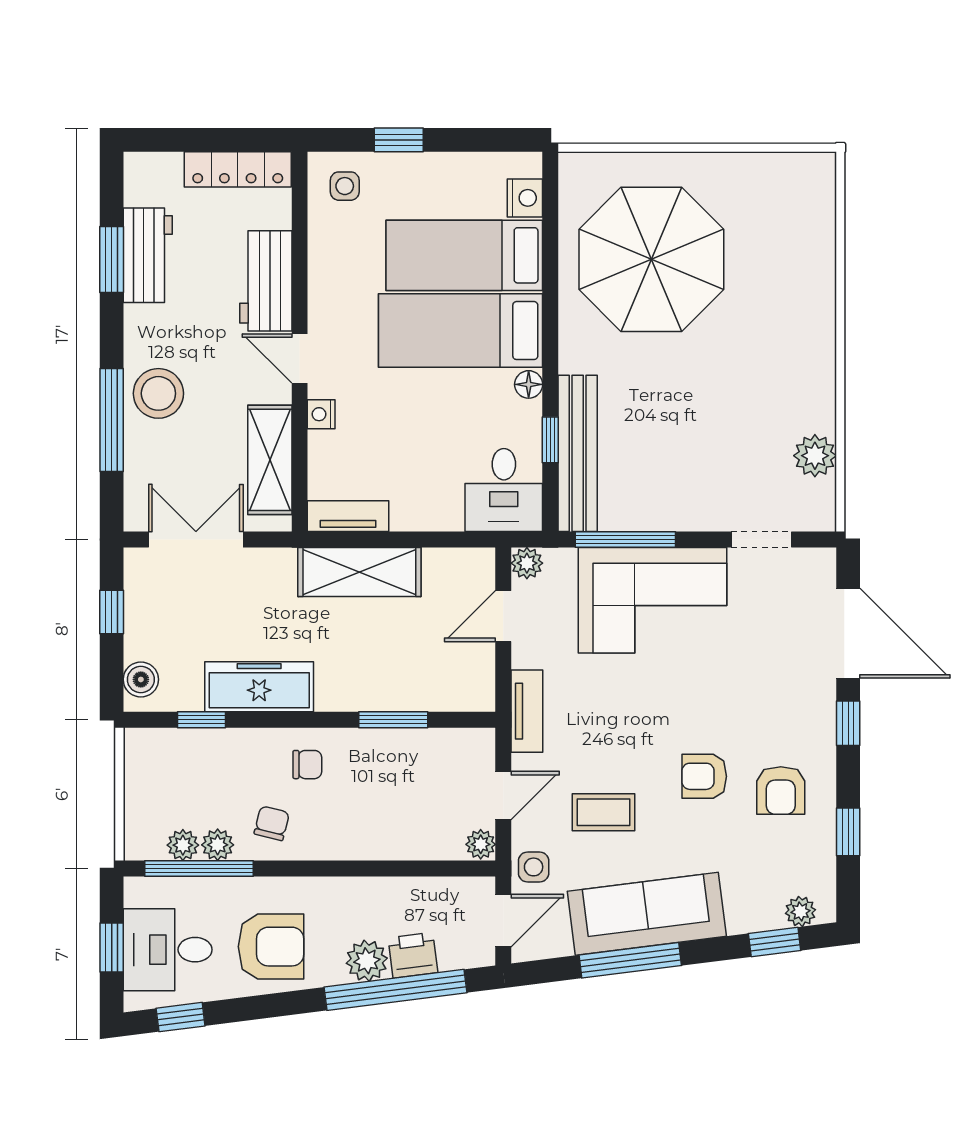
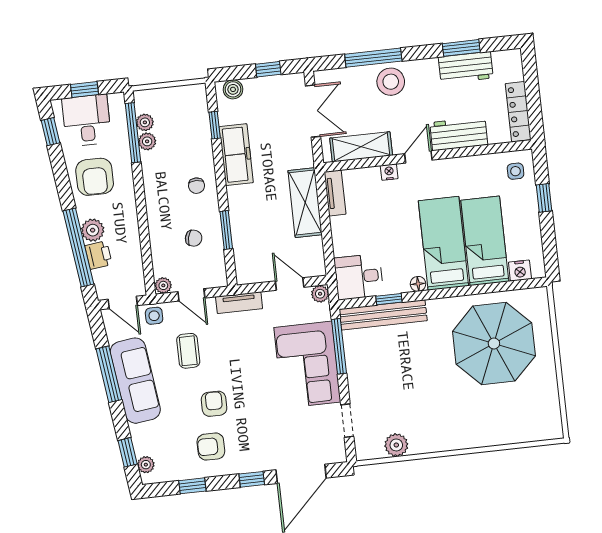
chair: (272, 823) -> (194, 238), moved

